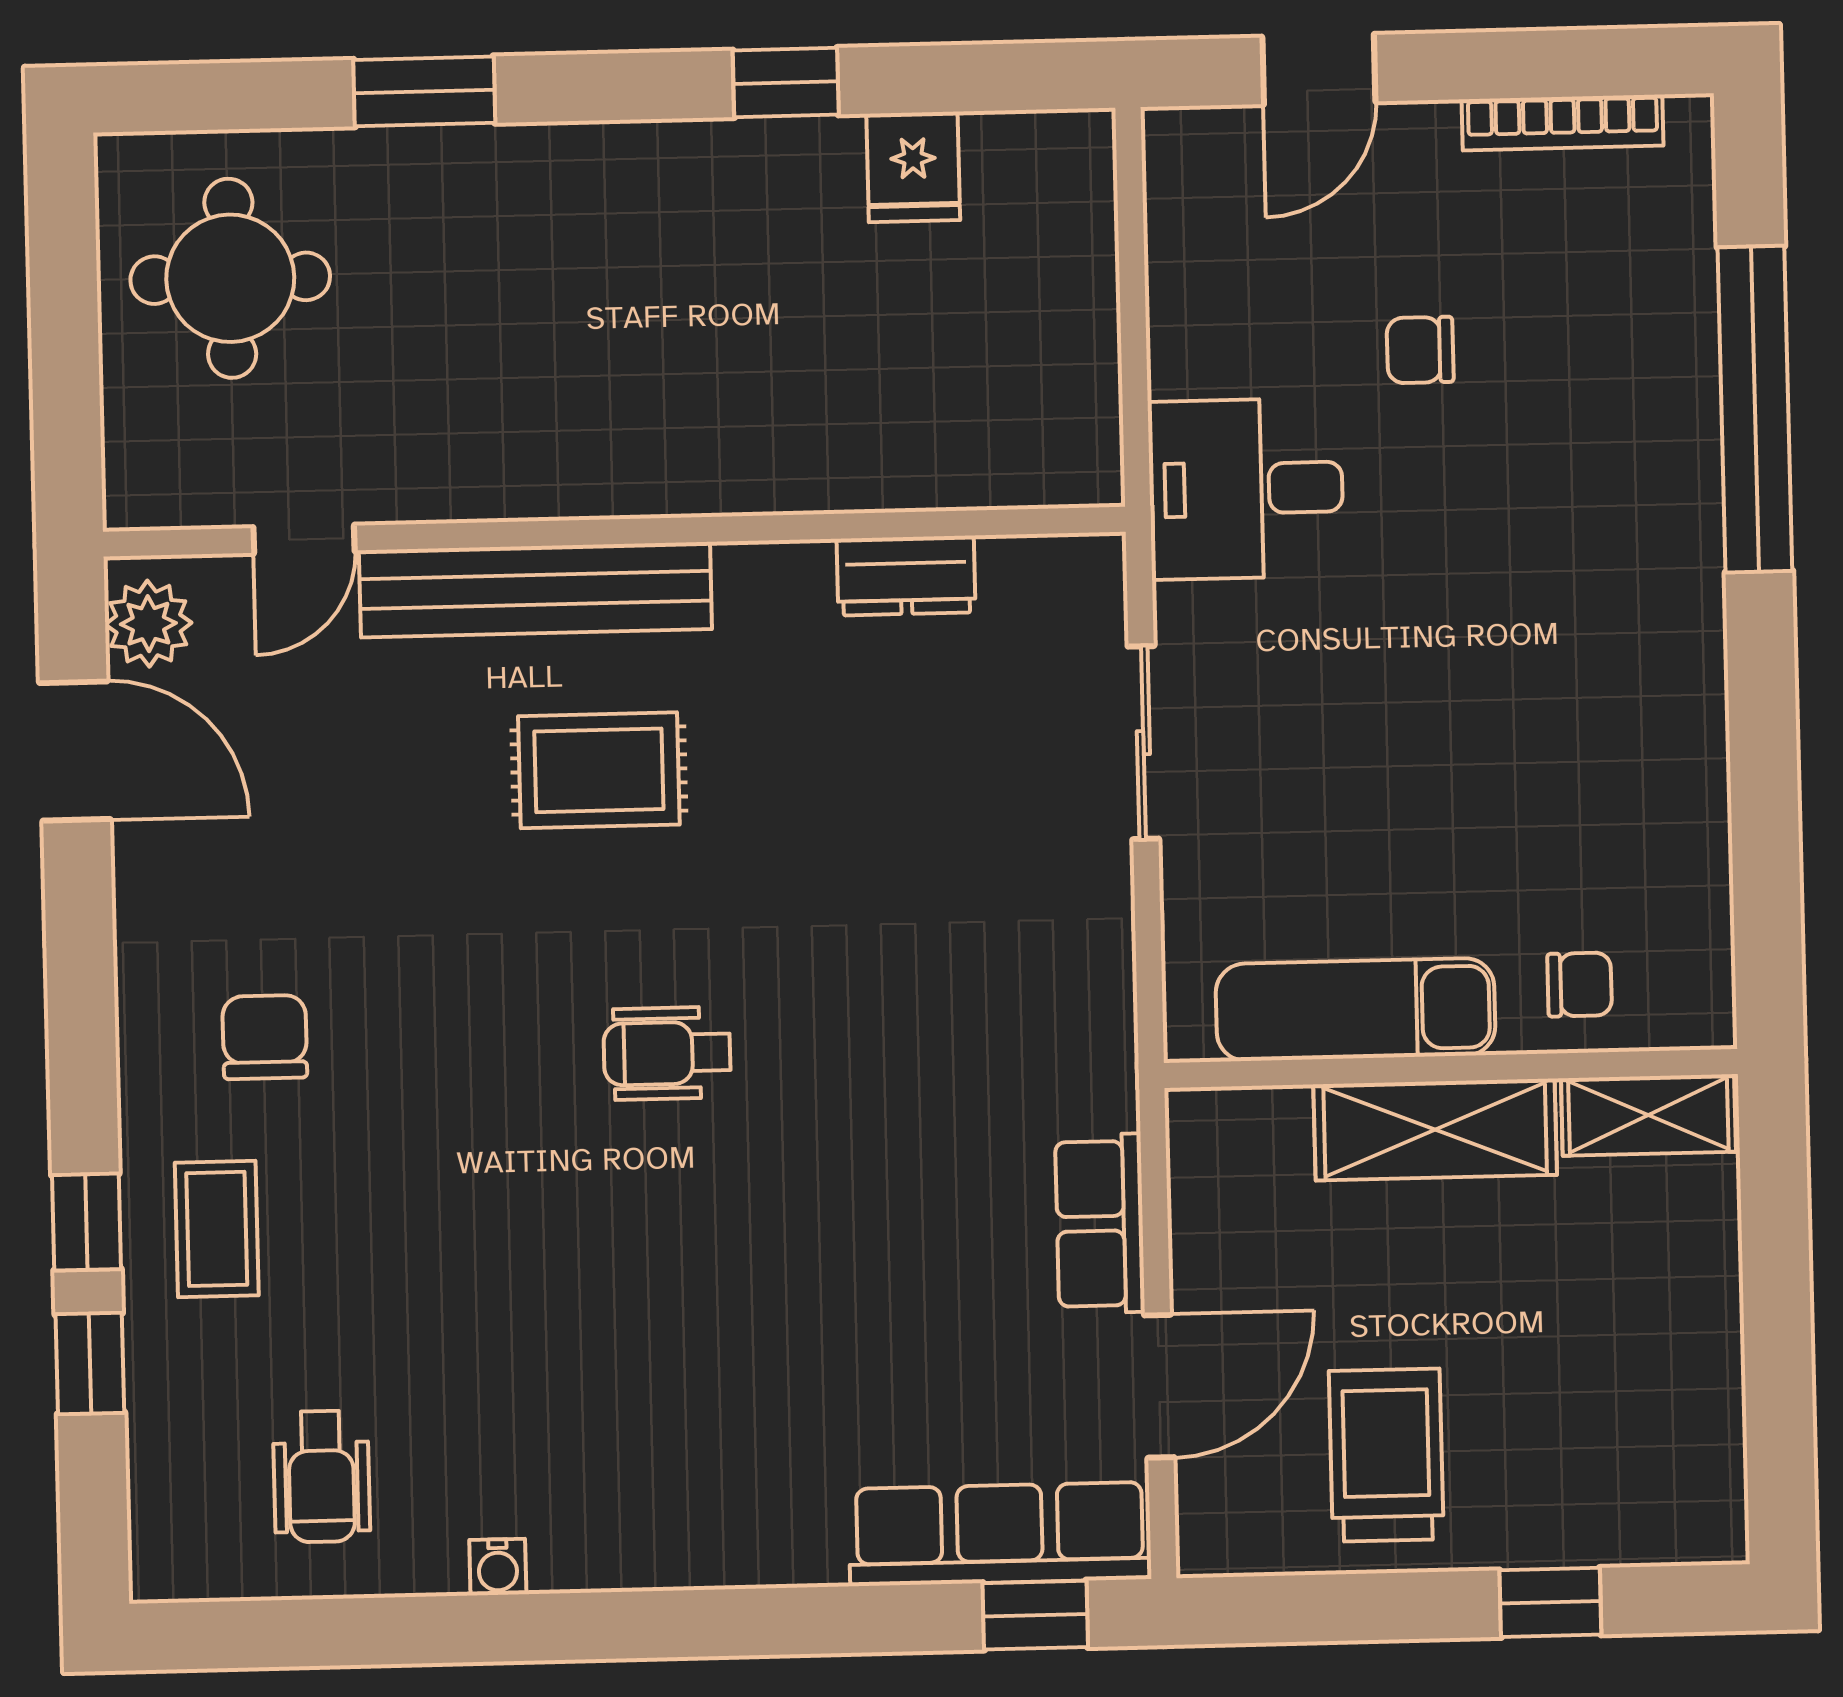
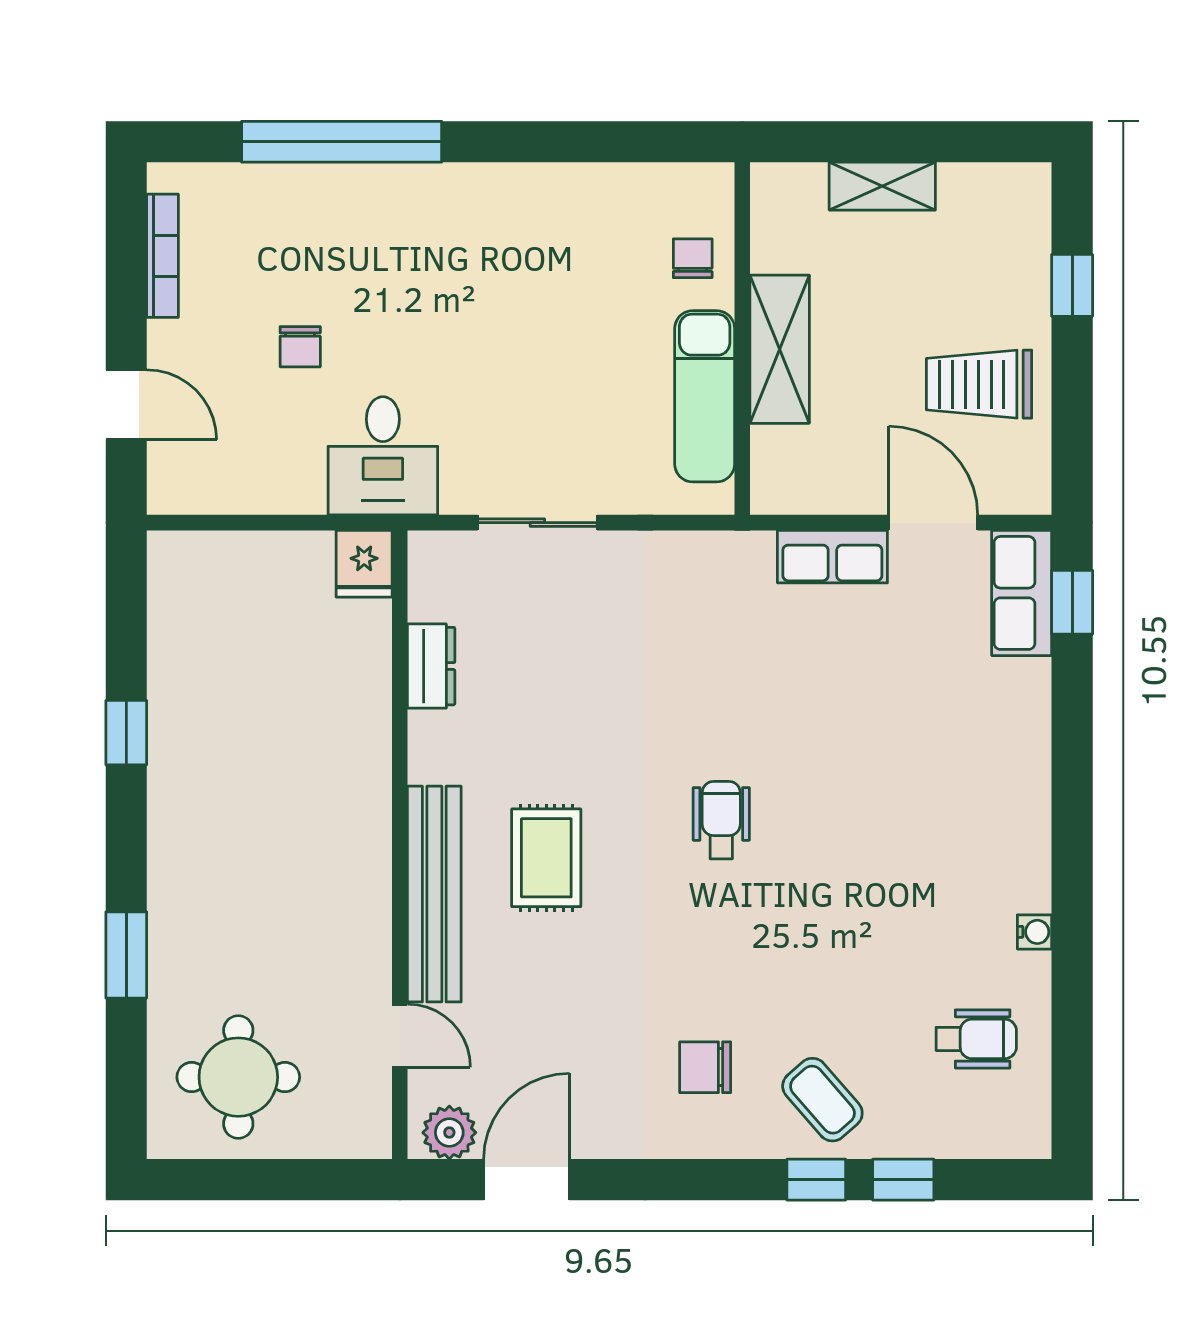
fridge: (913, 167) -> (364, 564), moved, turned 90
wheelchair: (667, 1053) -> (721, 820), turned 180
shelving: (1648, 1115) -> (882, 186), moved, turned 90
coffee table: (217, 1229) -> (822, 1100), turned 49
row of seats: (1000, 1534) -> (1022, 593), width x0.68

